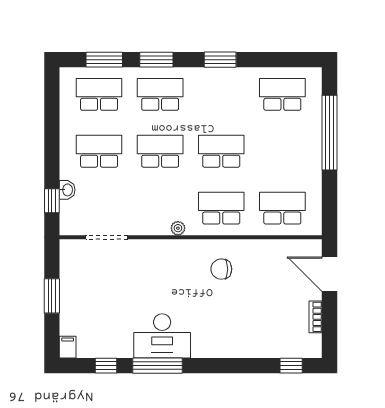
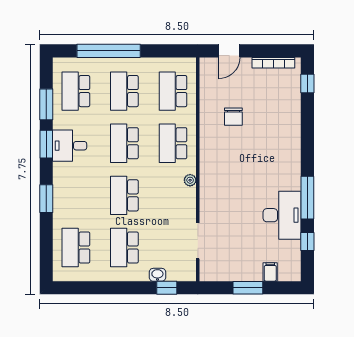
window: (104, 60) -> (46, 104), moved
desk: (218, 87) -> (70, 146), added
school desk: (160, 94) -> (124, 91), moved
chair: (221, 269) -> (233, 117), moved
door: (330, 274) -> (229, 51), width x0.73
bookcase: (316, 317) -> (273, 63), width x1.56
desk: (162, 336) -> (282, 215), moved
filing cabinet: (68, 347) -> (270, 272), moved, turned 90

